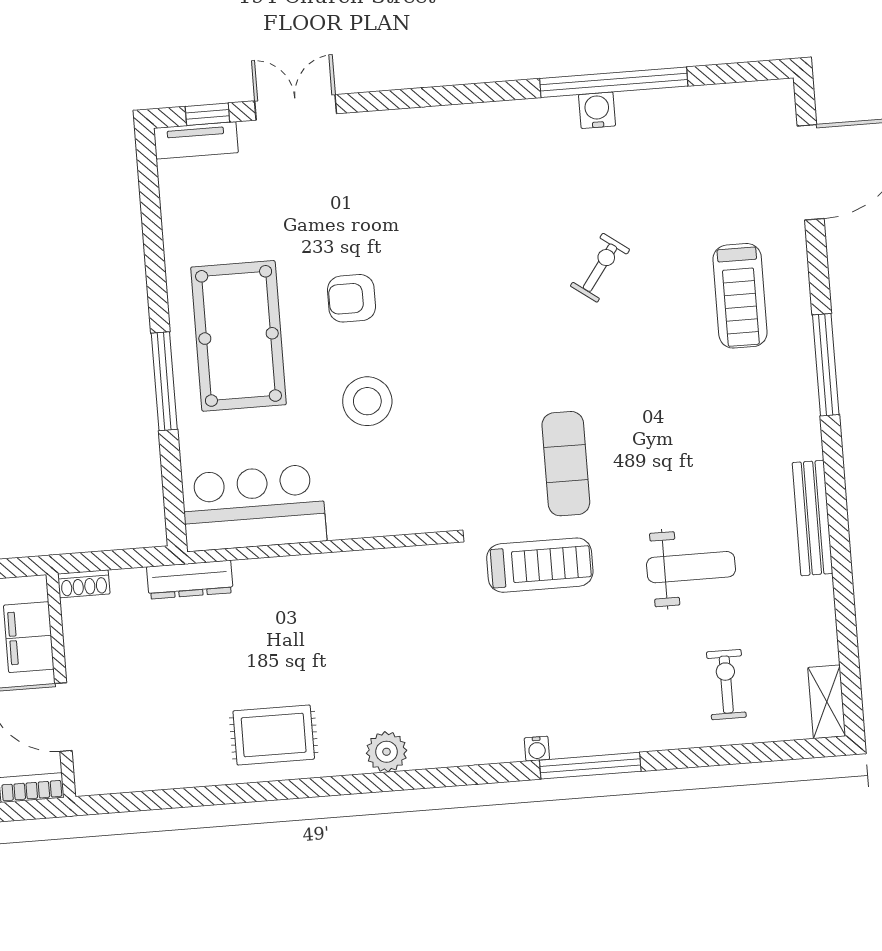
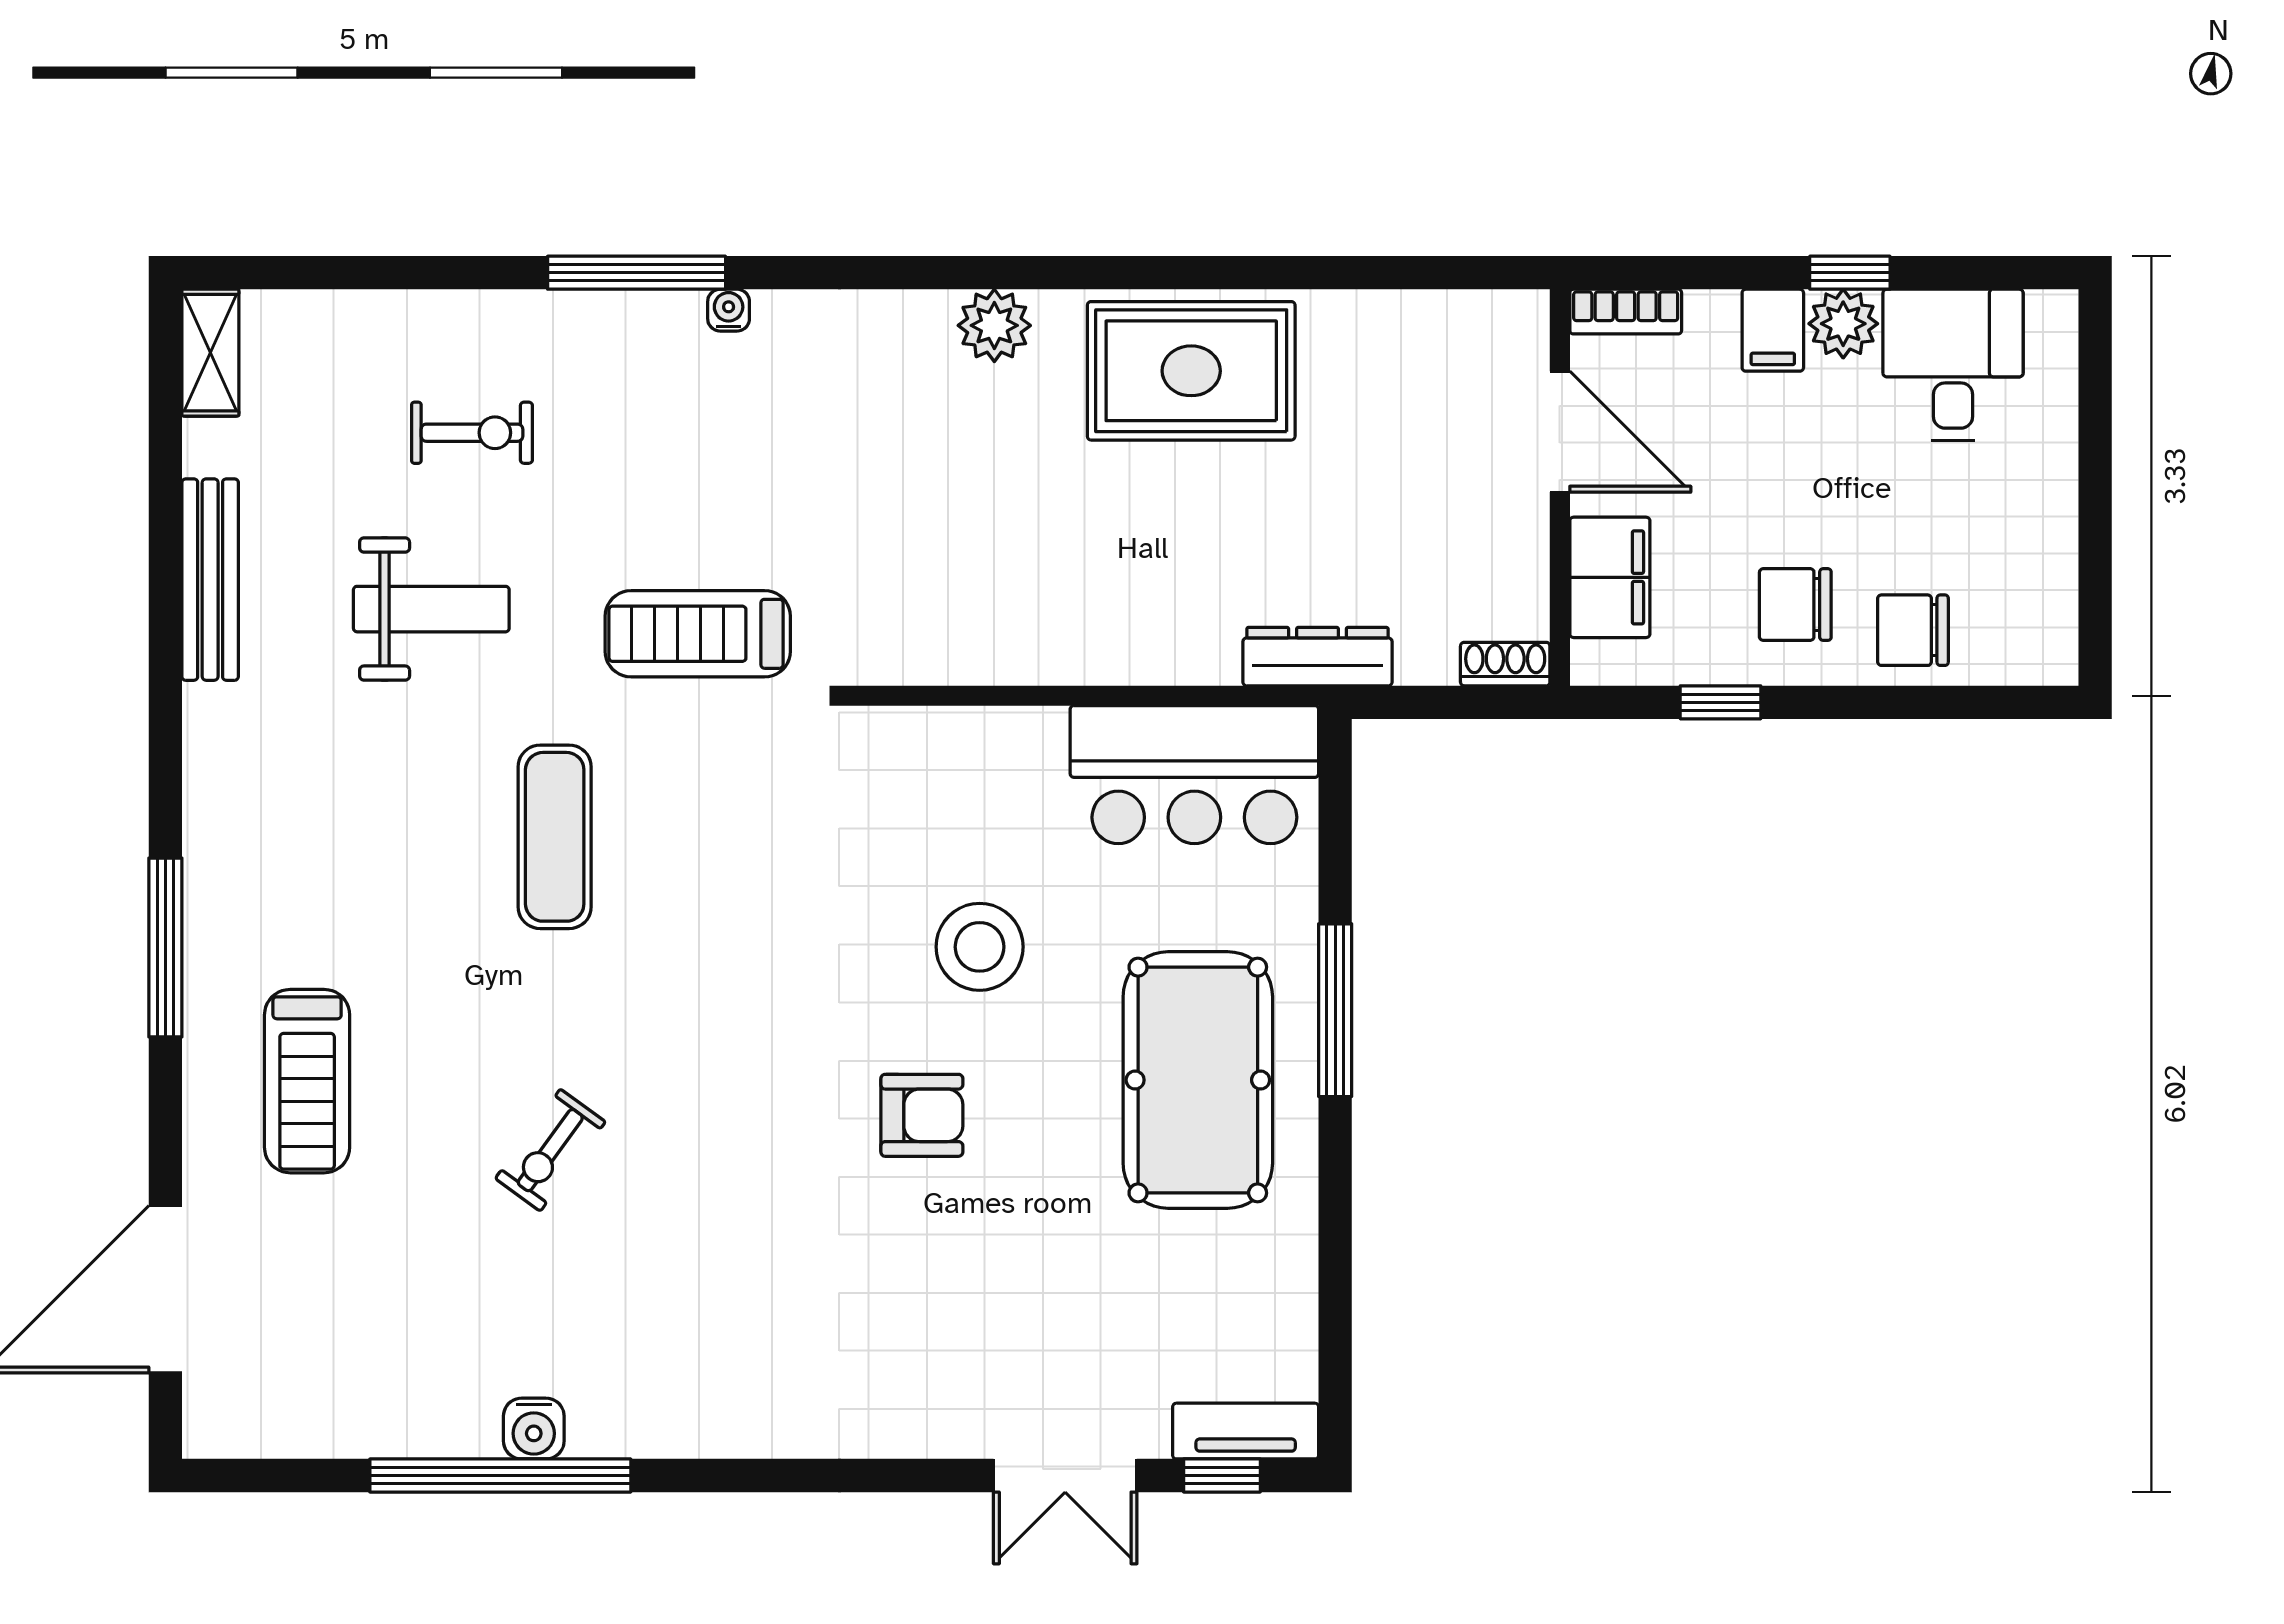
treadmill: (740, 296) -> (307, 1081), turned 180
armchair: (352, 298) -> (922, 1115), moved
exercise mat: (566, 464) -> (555, 837), moved
bench: (812, 518) -> (210, 580), moved
weight bench: (691, 567) -> (431, 609), turned 180
exercise bike: (726, 685) -> (472, 433), moved, turned -90
rug: (274, 735) -> (1191, 371), width x1.36, depth x1.43

